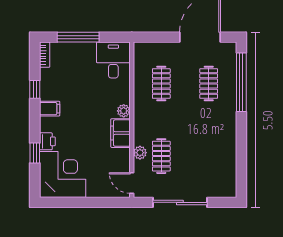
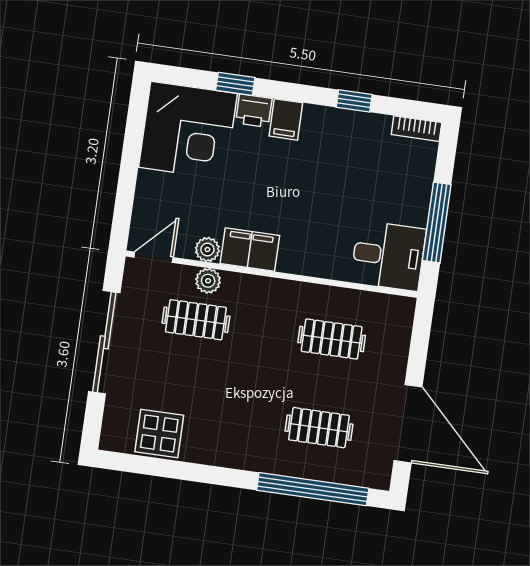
window: (78, 37) -> (437, 222), moved
filing cabinet: (50, 109) -> (286, 119), moved
plant: (124, 111) -> (207, 250), moved
display table: (224, 167) -> (159, 433), added

